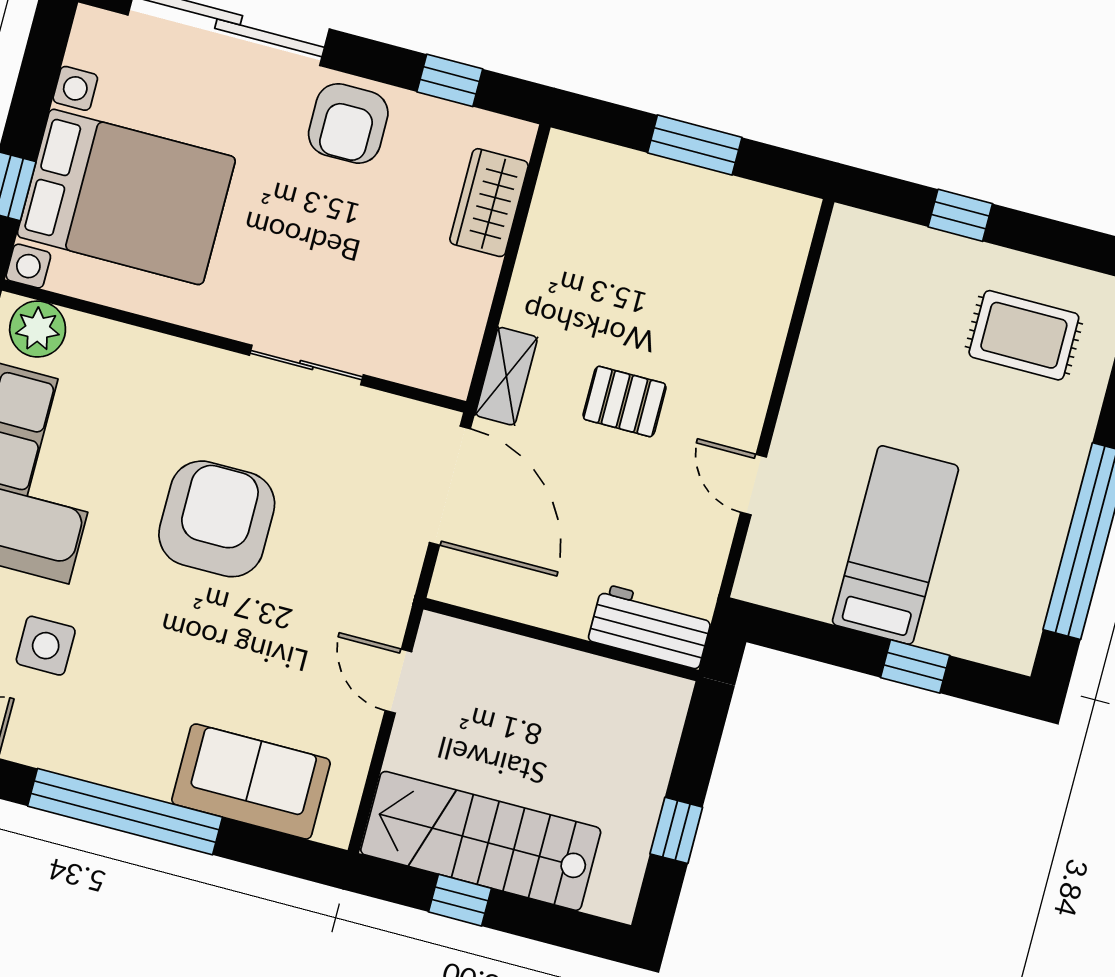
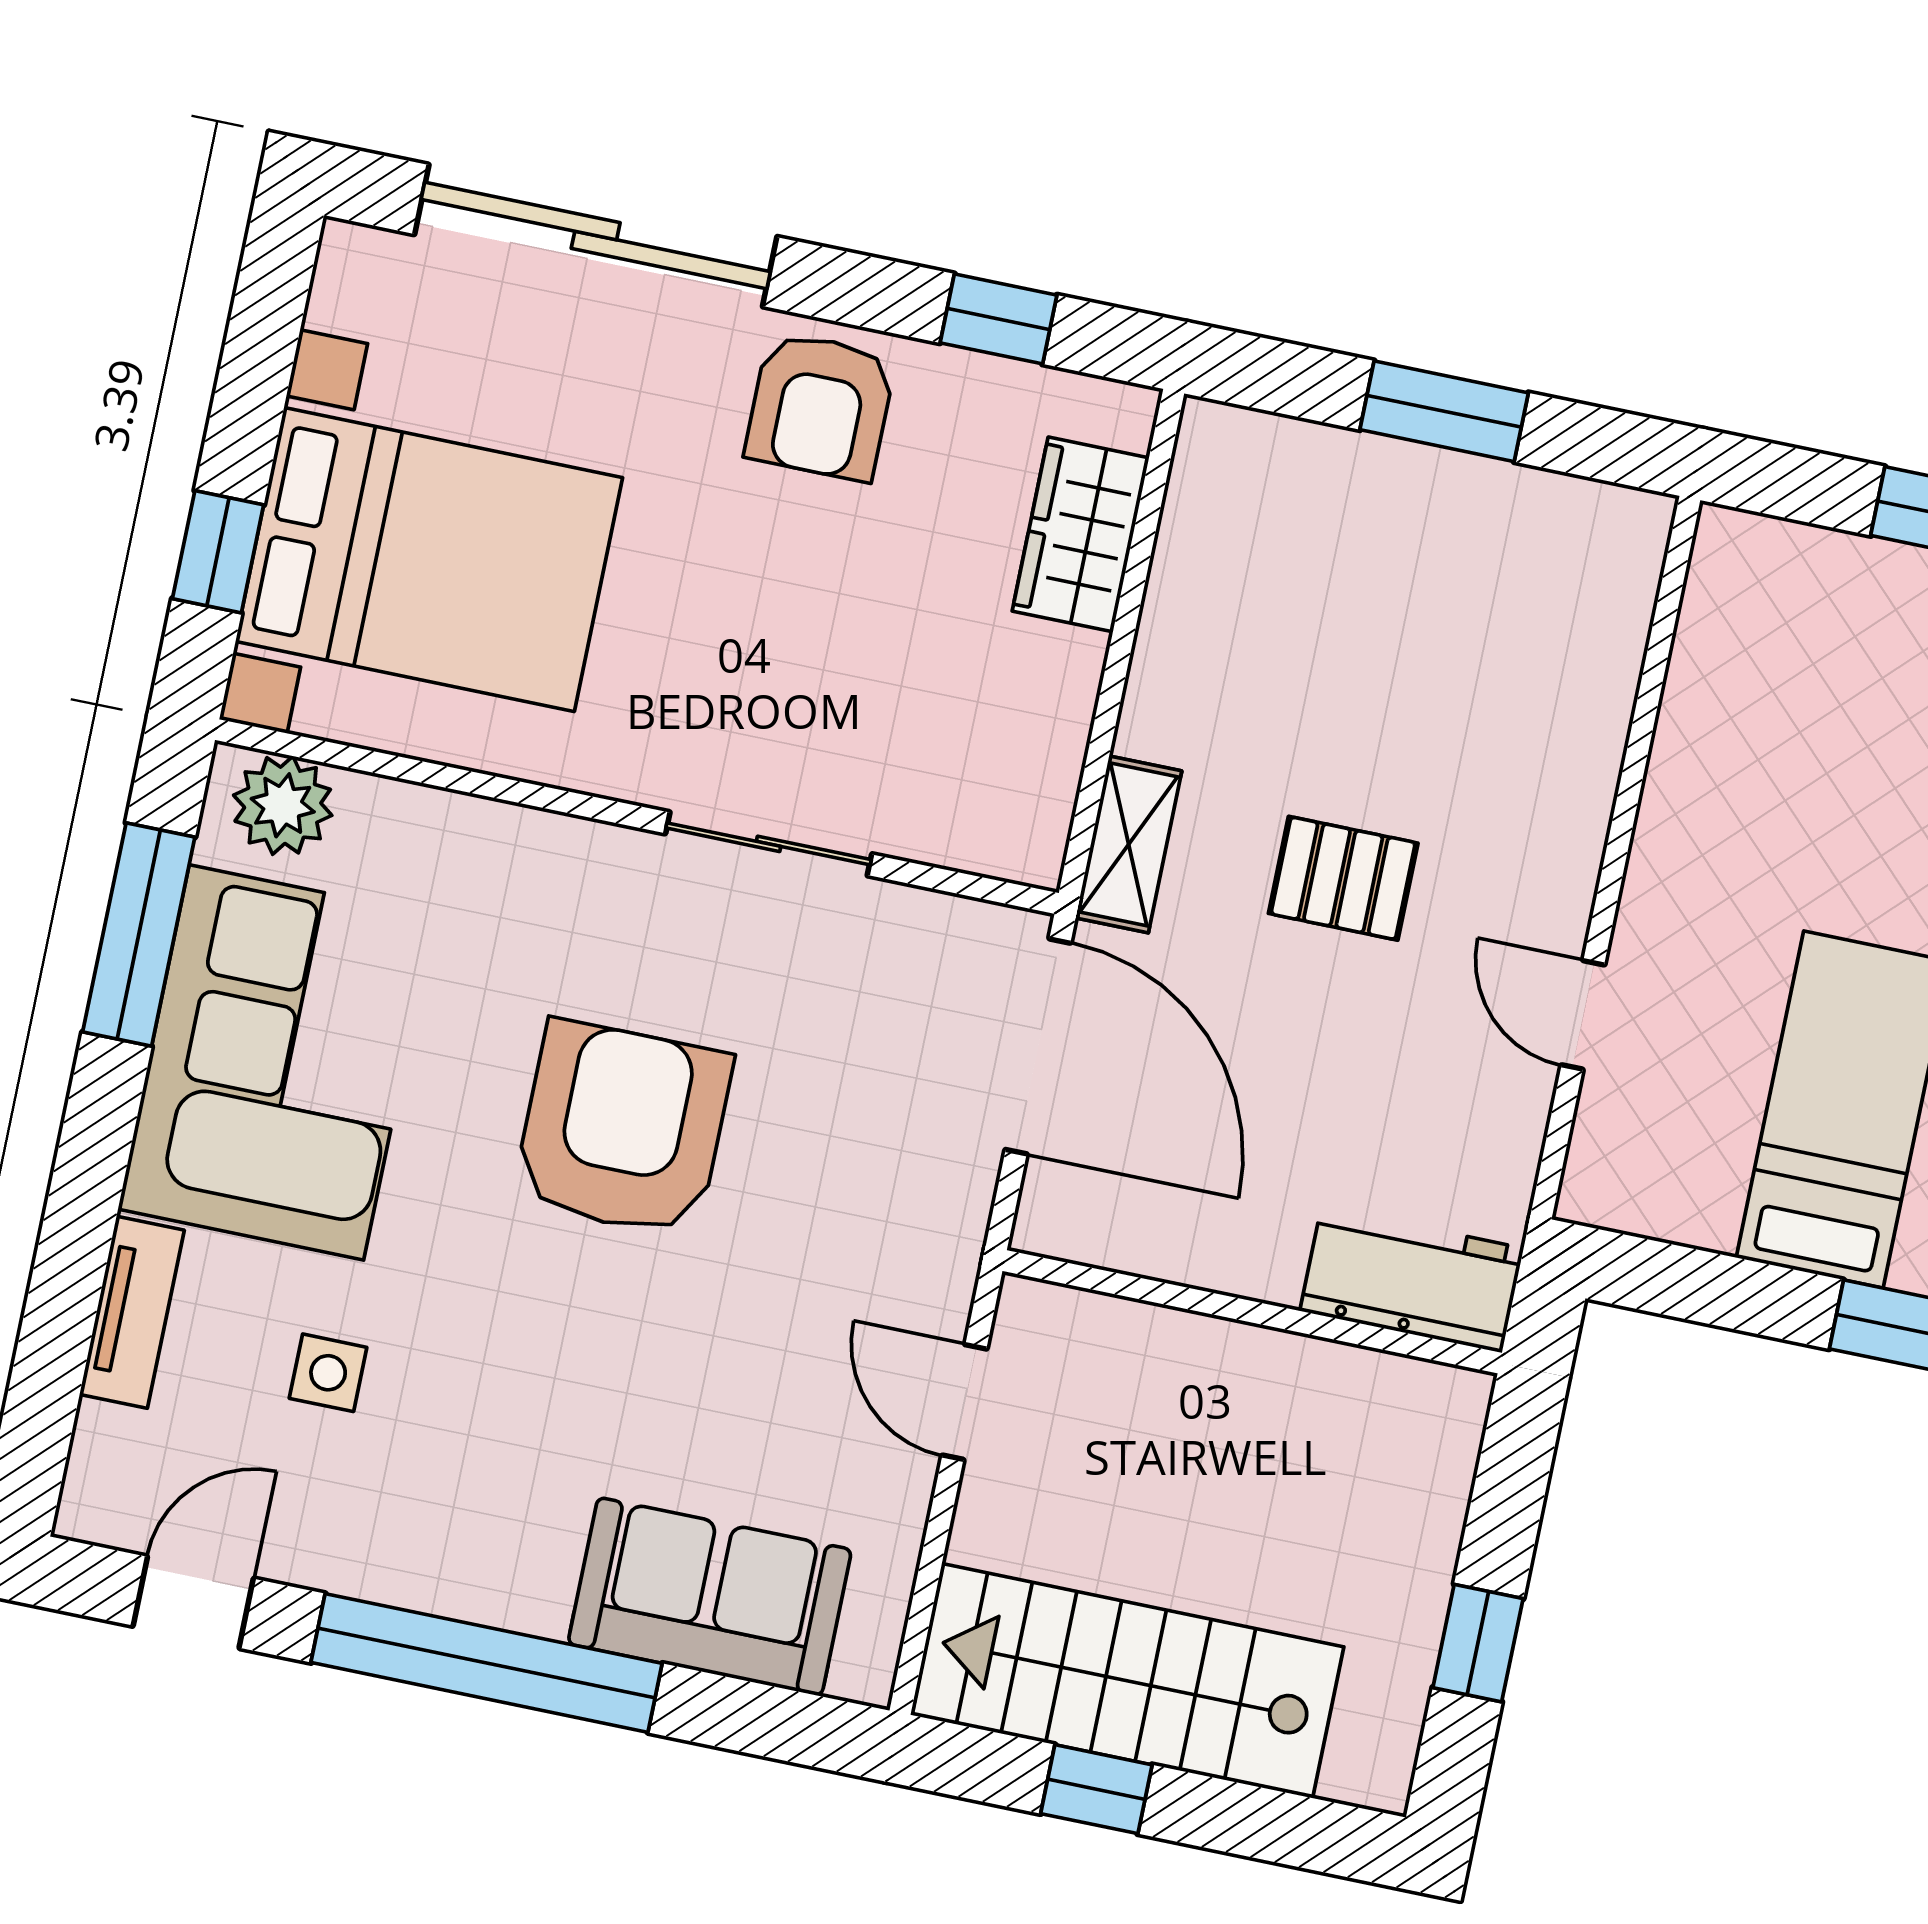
side table: (46, 646) -> (328, 1373), width x0.73, depth x0.73

